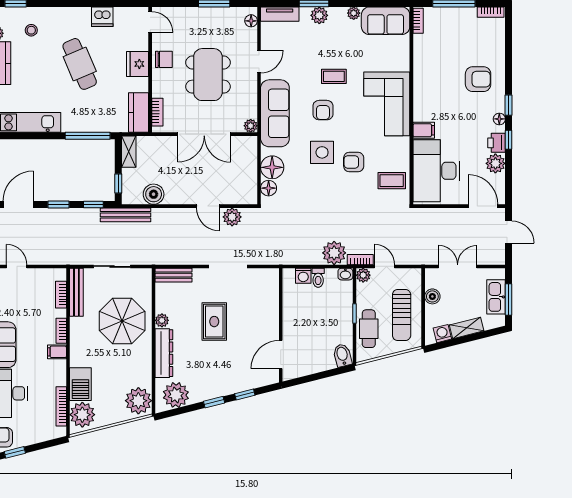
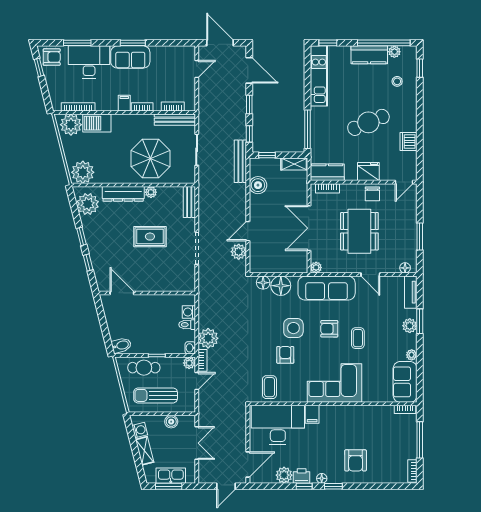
dining table: (208, 75) -> (359, 231), turned 90

